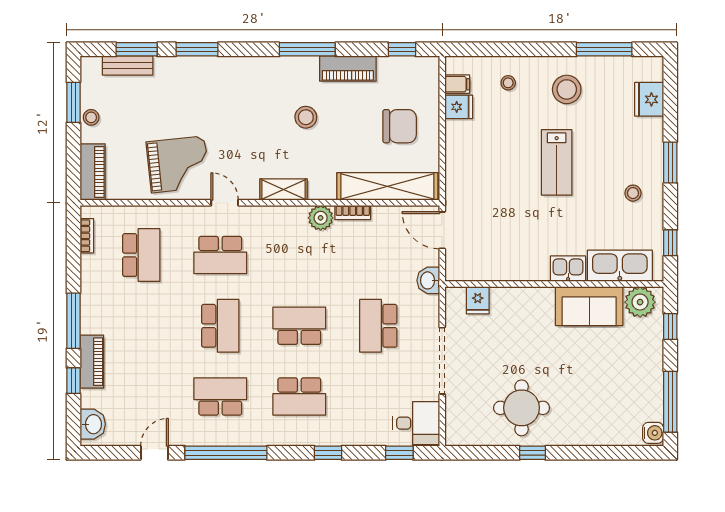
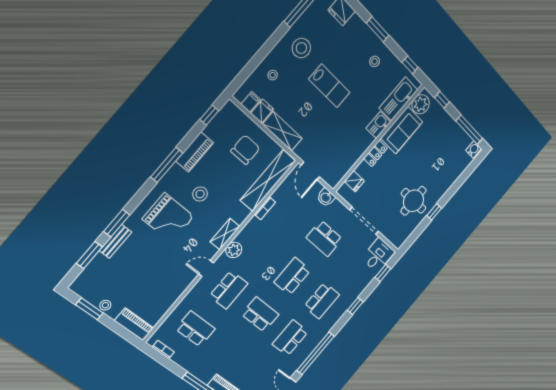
bench: (128, 66) -> (115, 241), moved
shelving: (458, 152) -> (282, 131), added
grand piano: (178, 164) -> (168, 218), moved, turned 96
plant: (321, 218) -> (234, 250), moved
door: (442, 230) -> (310, 171), hinge flipped
locker: (533, 297) -> (375, 153), added

